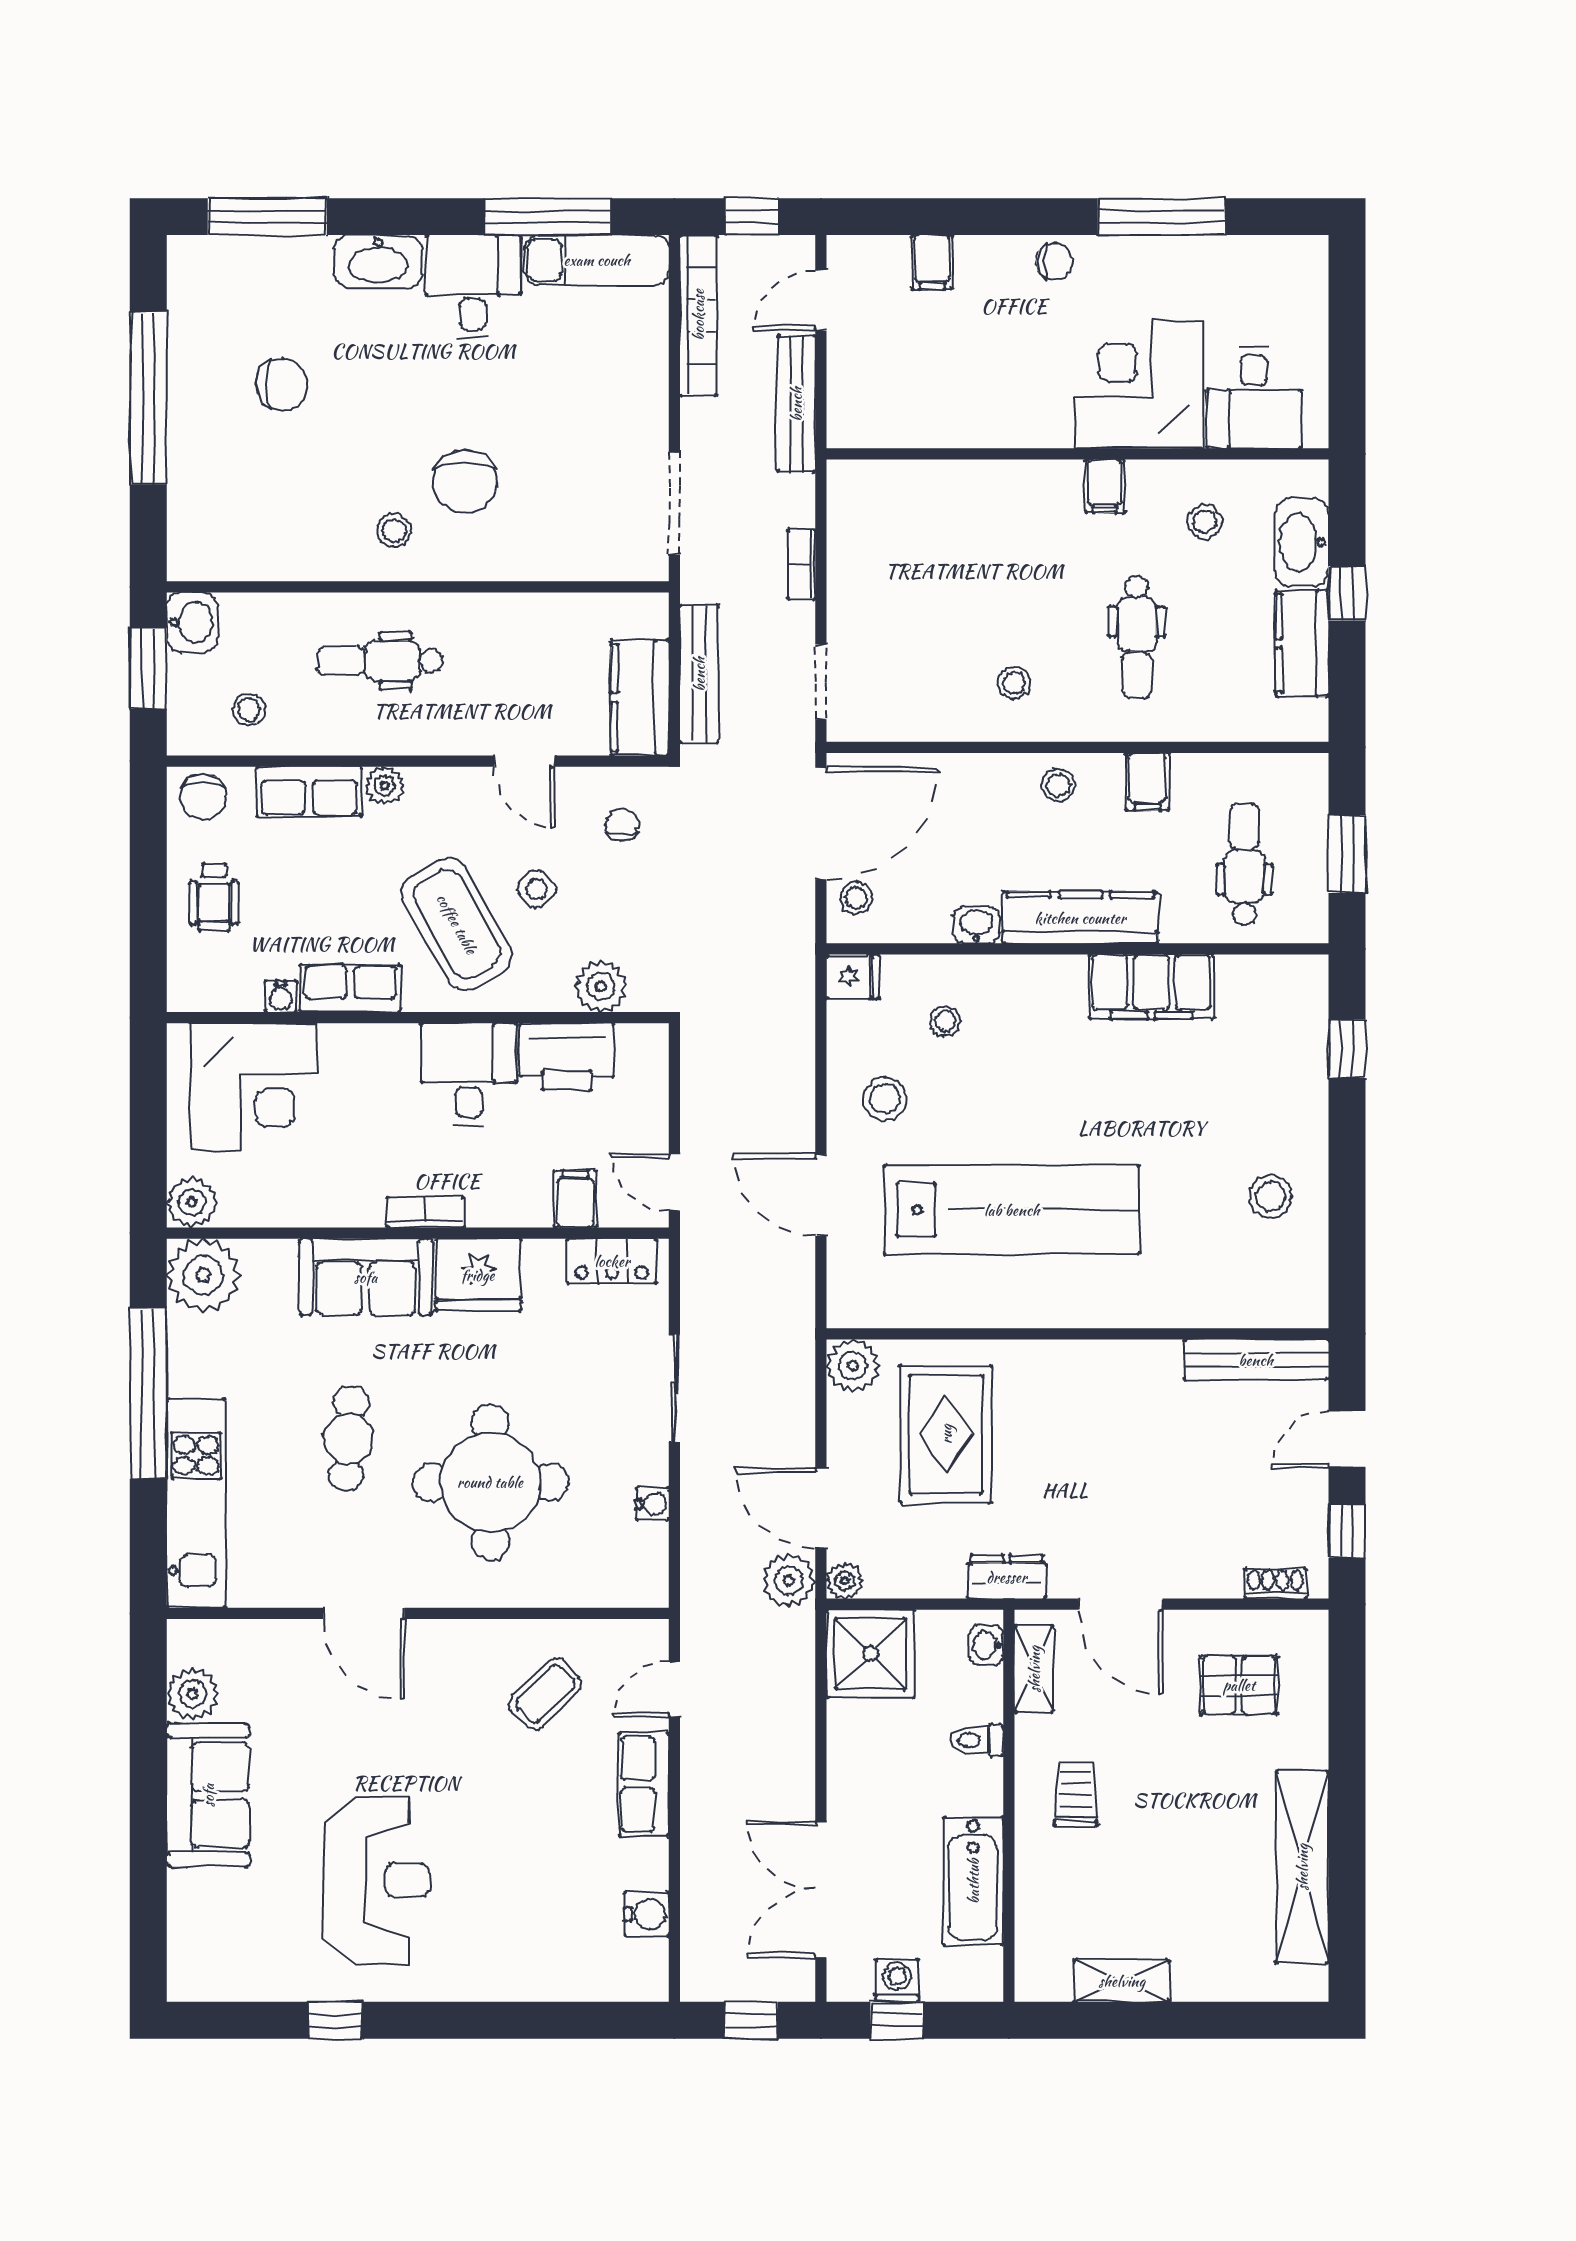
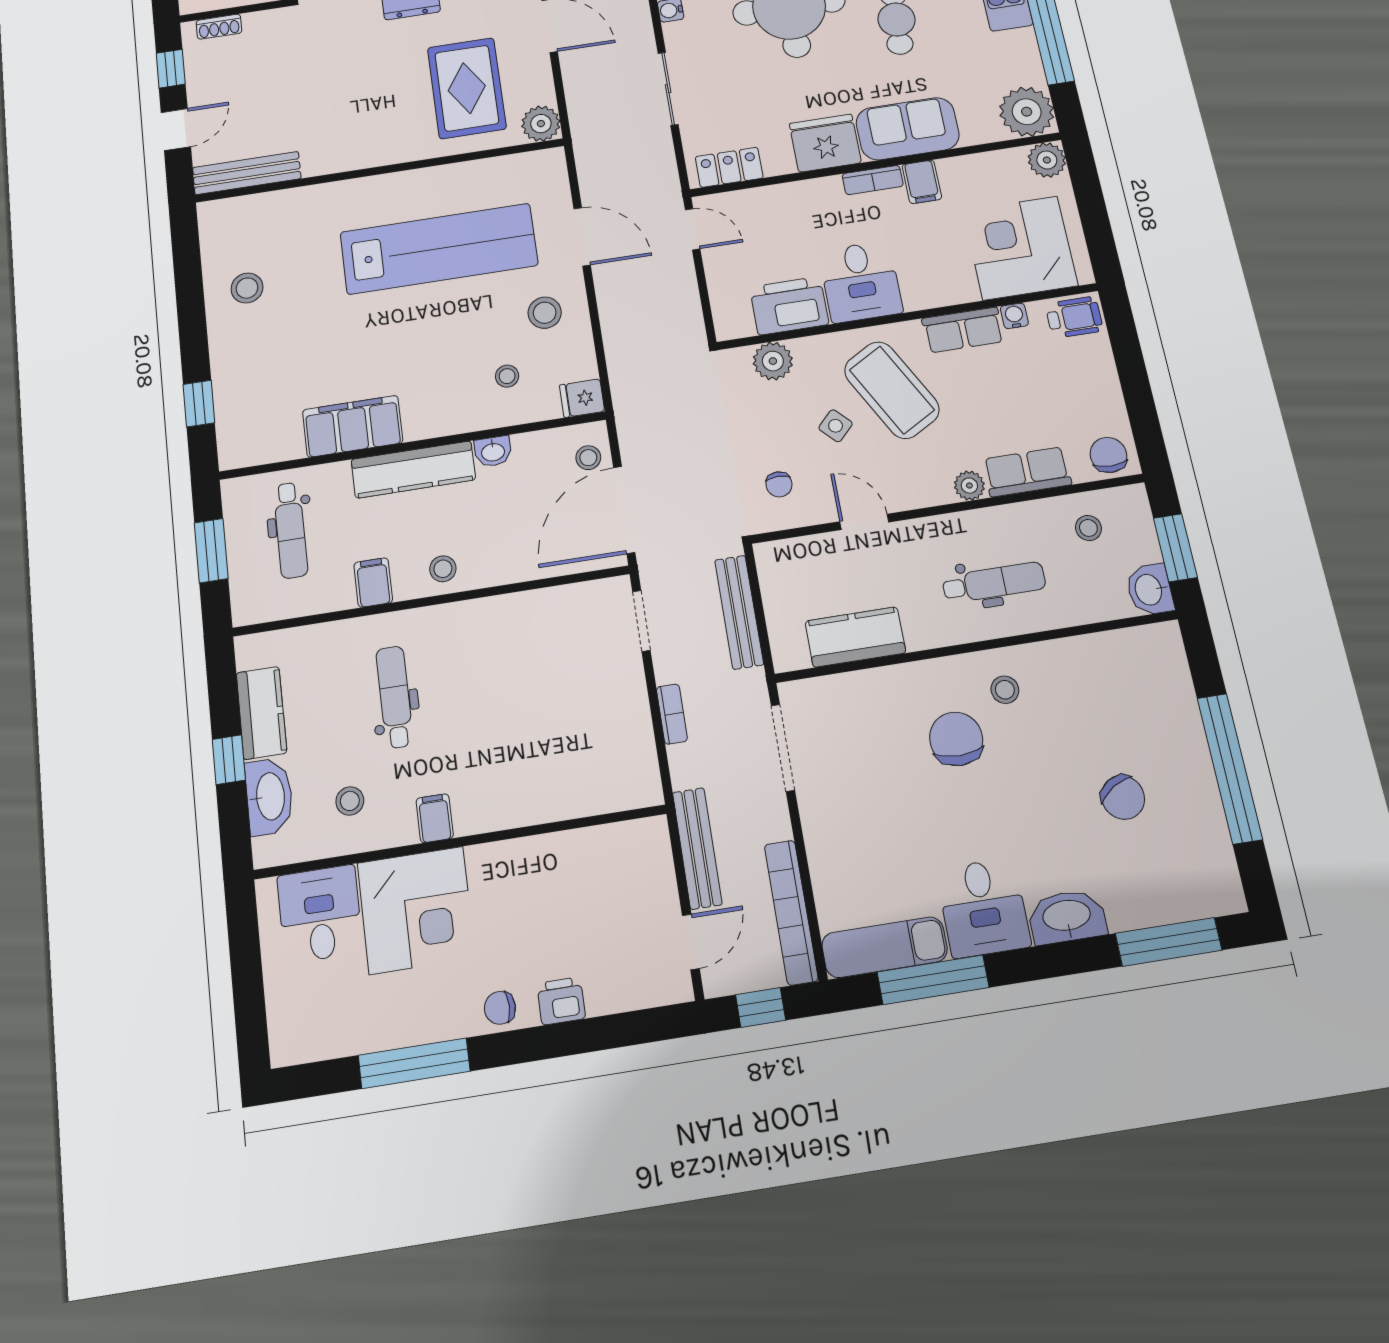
printer: (982, 258) -> (561, 1001), added
filing cabinet: (932, 262) -> (603, 991), removed
chair: (282, 384) -> (1123, 797), turned -121
stool: (1014, 683) -> (488, 644), removed
kitchen counter: (640, 698) -> (855, 637), moved, turned -90
wheelchair: (214, 897) -> (1074, 317), moved, turned 90
filing cabinet: (575, 1199) -> (922, 182), moved
lab bench: (1012, 1210) -> (439, 249), turned 180

